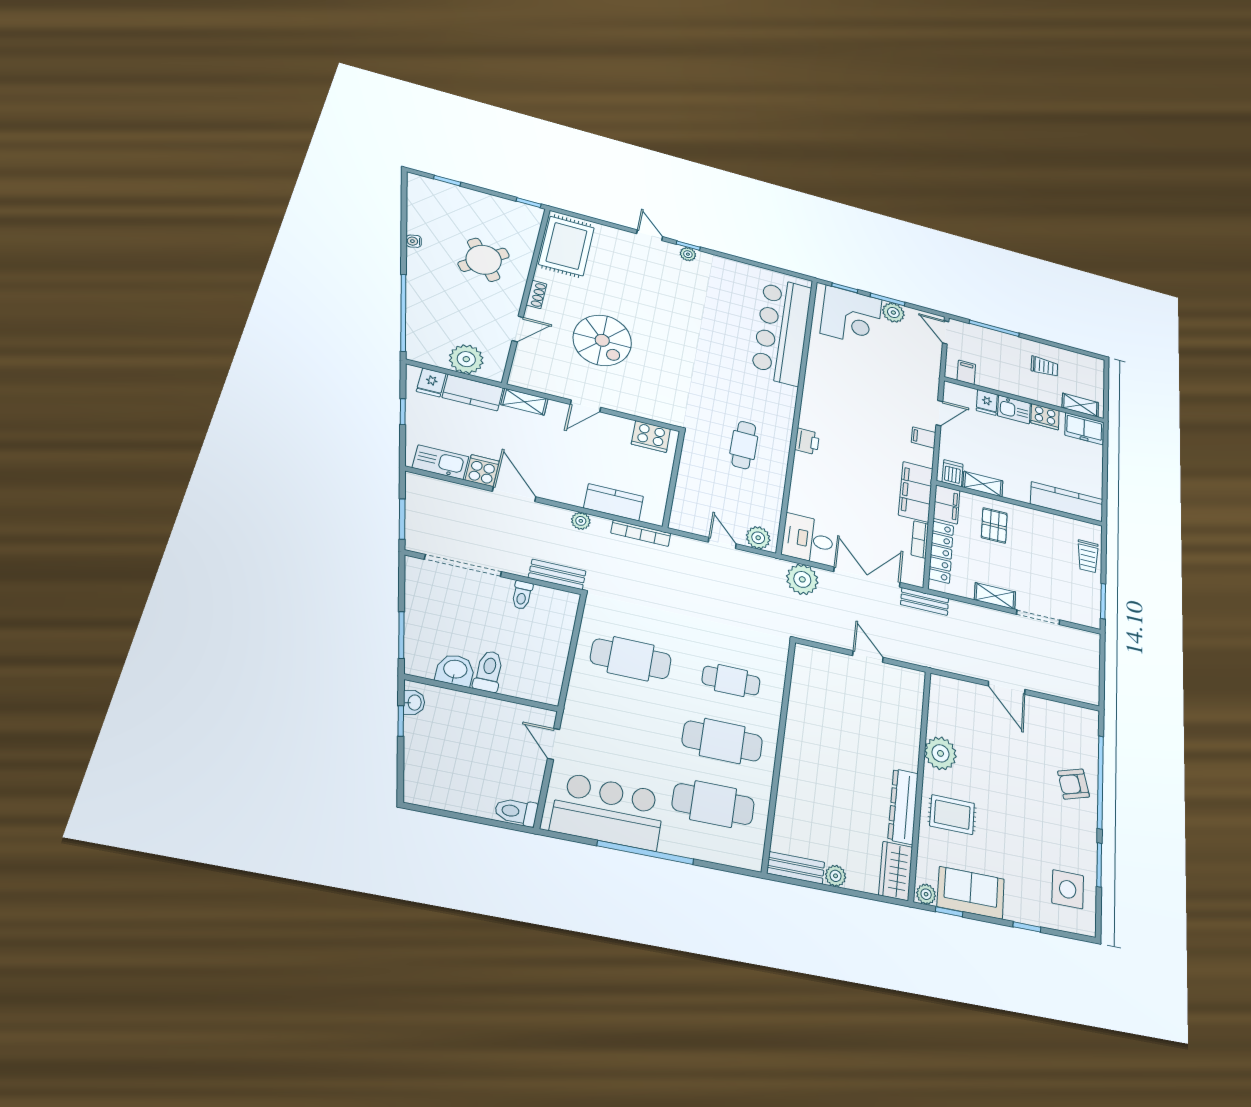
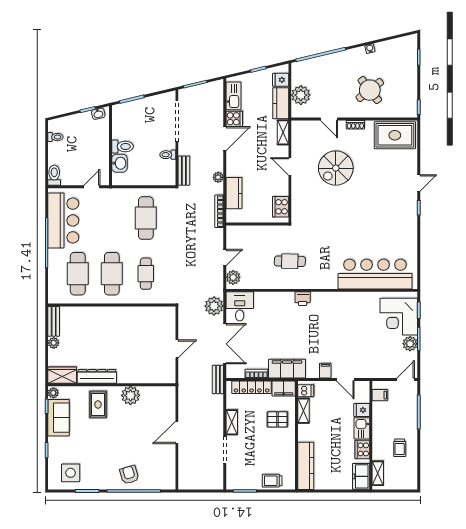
plant: (688, 254) -> (412, 208), removed
washbasin: (455, 670) -> (119, 163), moved
toilet: (440, 794) -> (55, 137), added

